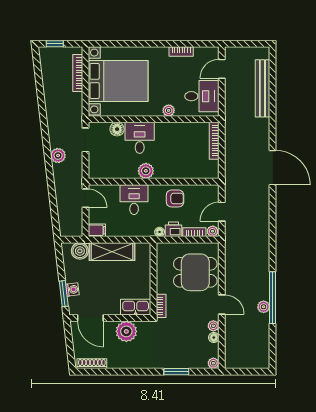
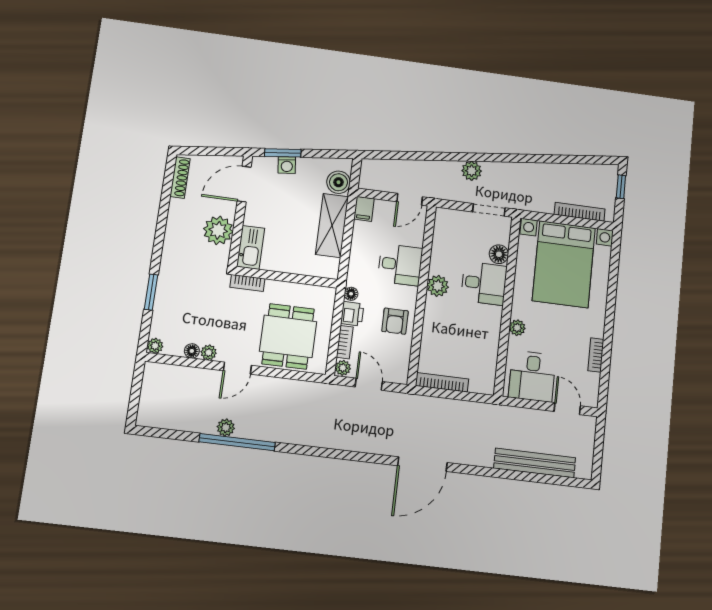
bookcase: (214, 141) -> (442, 382), moved

